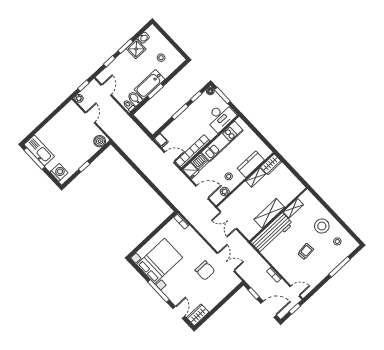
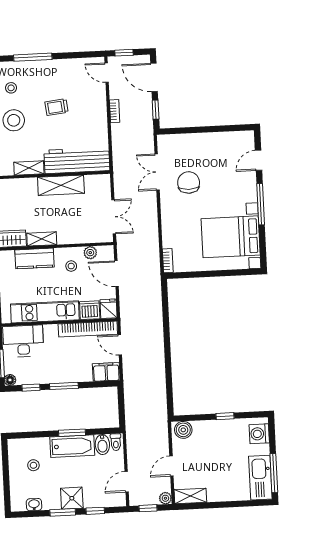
shower: (136, 49) -> (72, 498), moved
shelving: (67, 110) -> (190, 496), added
filing cabinet: (161, 140) -> (106, 372), width x2.00
wardrobe: (198, 315) -> (240, 139), removed

